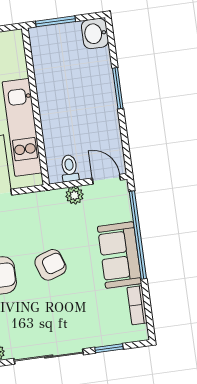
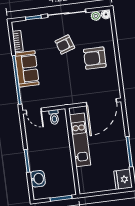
washbasin: (95, 33) -> (38, 179), moved
plant: (74, 195) -> (52, 102), removed
armchair: (50, 265) -> (65, 45), moved

